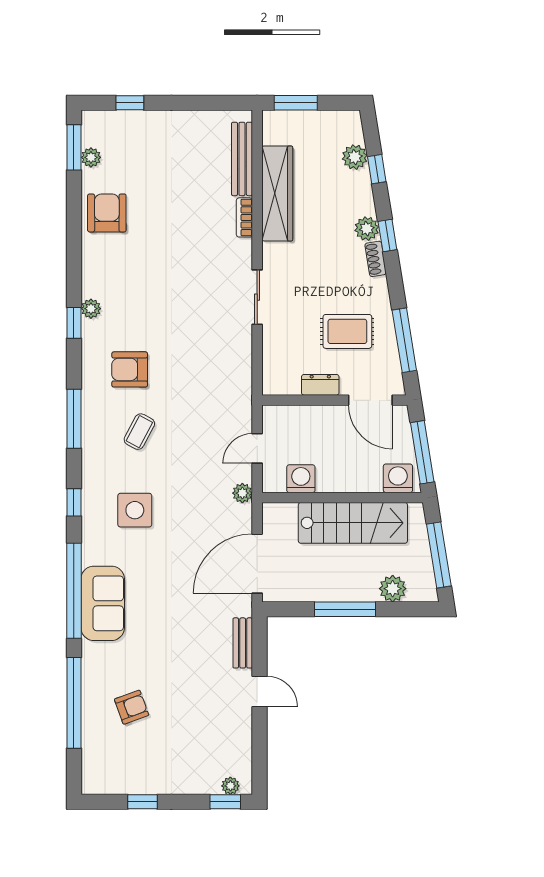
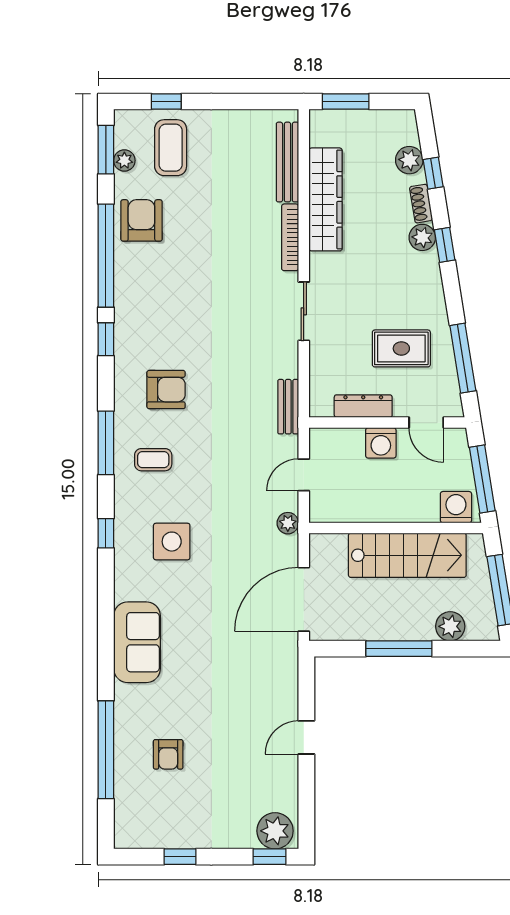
coffee table: (134, 146) -> (171, 148), added
bookcase: (244, 217) -> (290, 237), width x1.56
shoe rack: (376, 259) -> (421, 204), moved
plant: (91, 309) -> (124, 324), removed
armchair: (130, 369) -> (166, 390), turned 180
dresser: (320, 385) -> (363, 406), width x1.44
door: (370, 400) -> (426, 423), width x0.73
coffee table: (139, 432) -> (153, 460), moved, turned 62
washing machine: (301, 479) -> (381, 443), moved, turned 180
window: (74, 591) -> (106, 256), moved
bench: (243, 643) -> (288, 407), moved
door: (259, 691) -> (306, 737), swing flipped
armchair: (132, 707) -> (168, 754), turned 110
plant: (230, 786) -> (275, 831), width x1.88, depth x1.88

